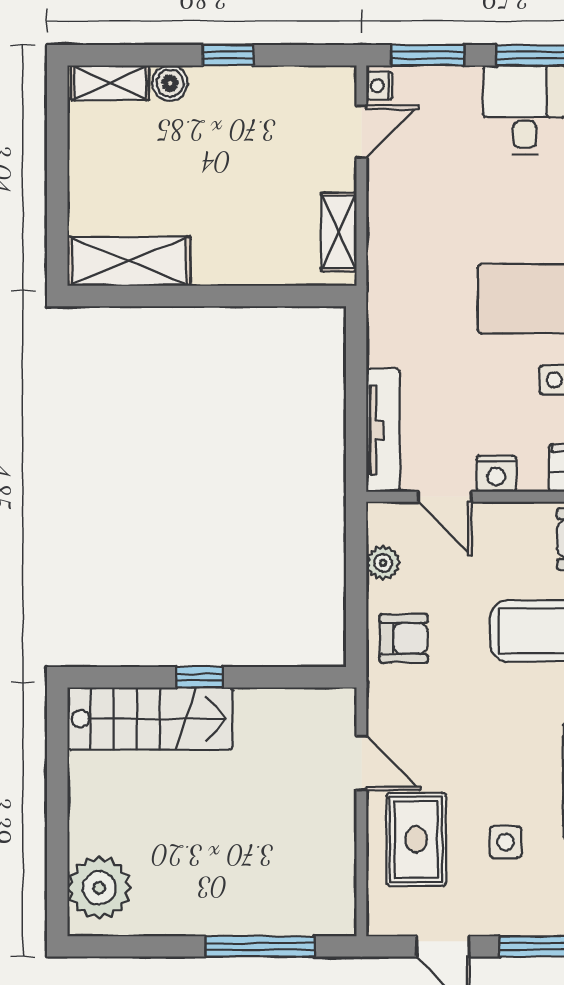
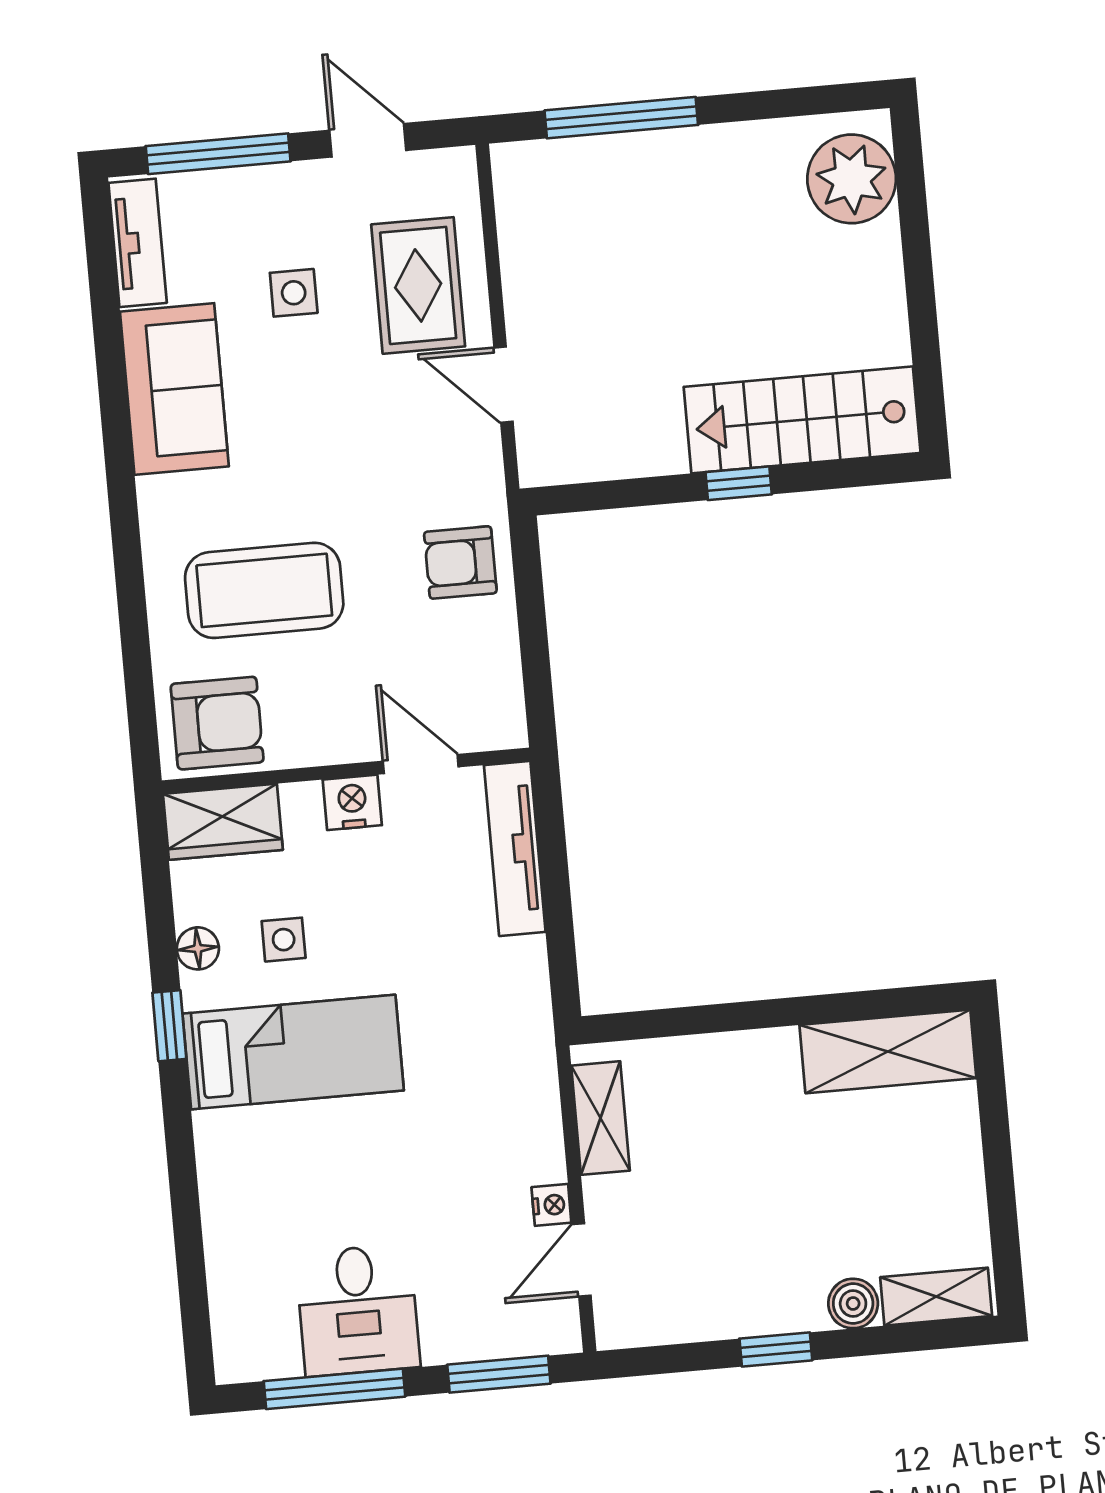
nightstand: (379, 86) -> (551, 1205), moved
plant: (383, 563) -> (498, 665), removed

